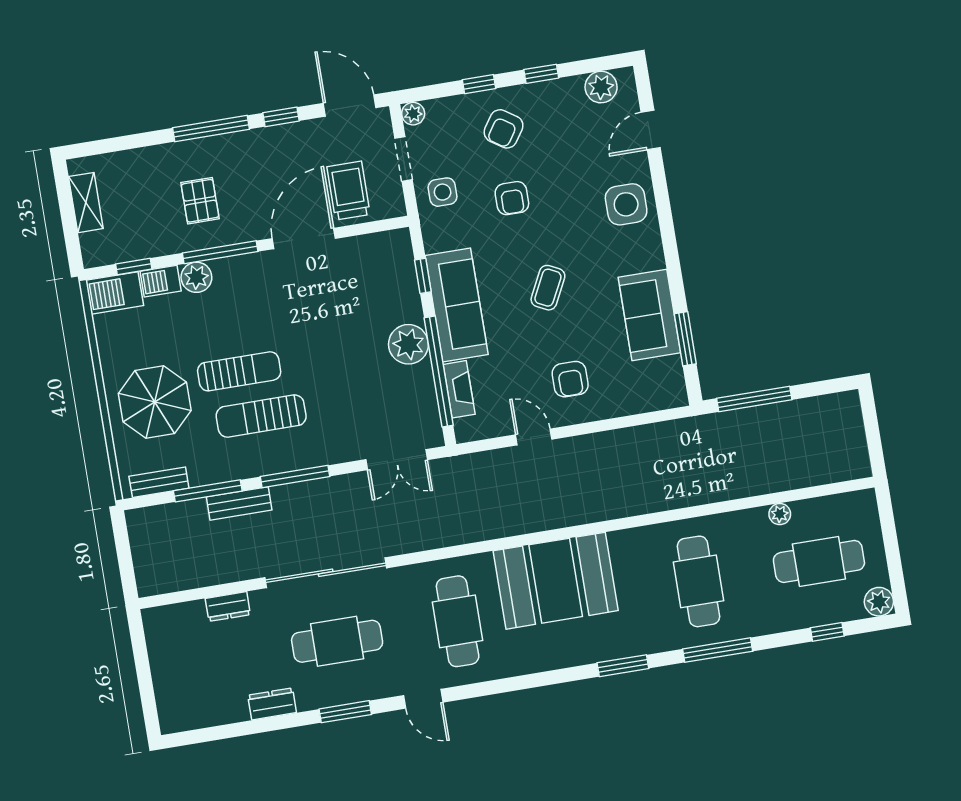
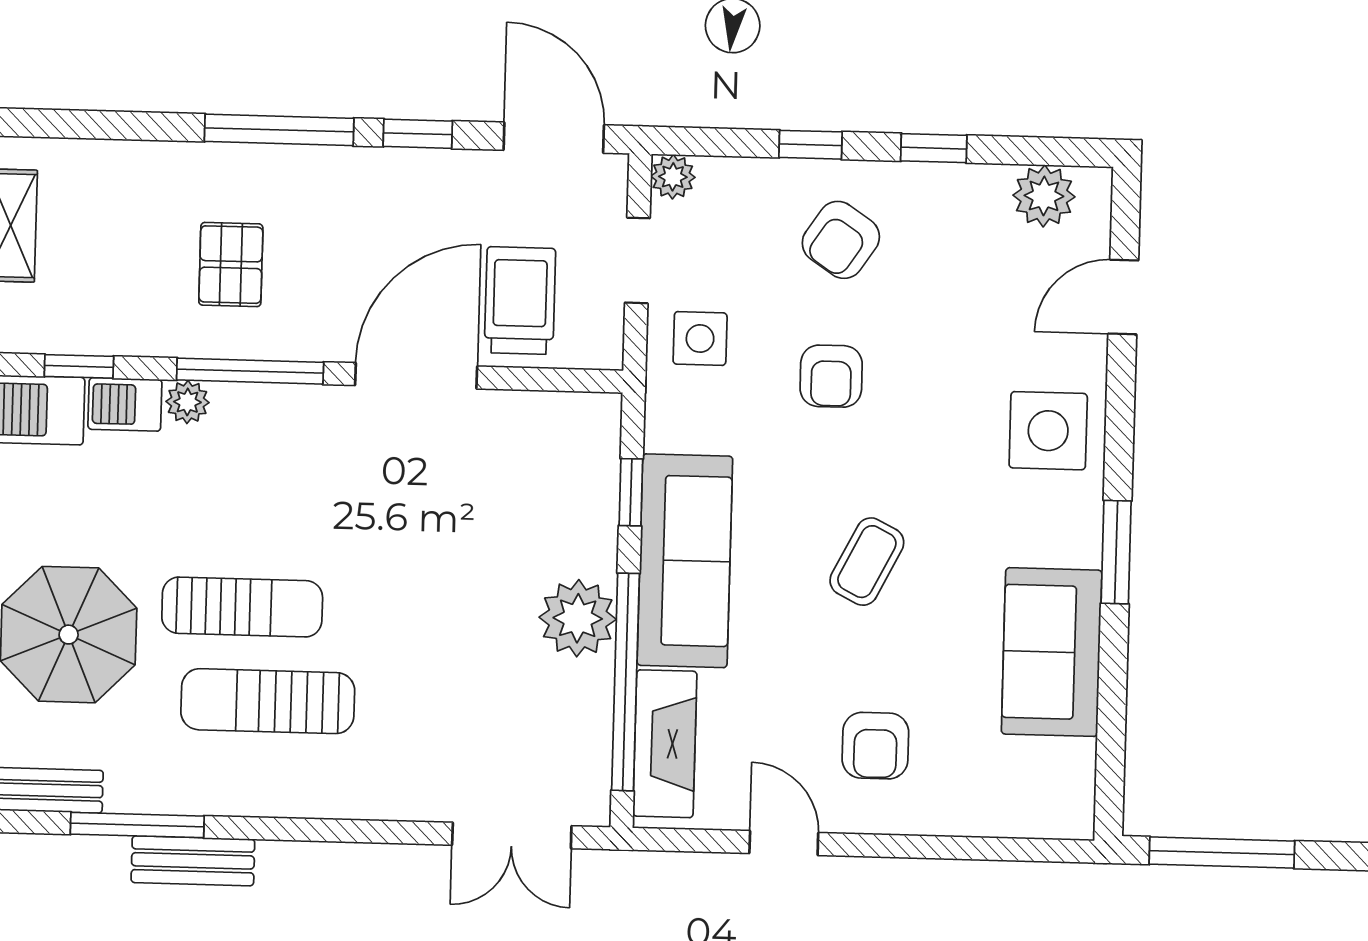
plant: (196, 277) -> (187, 402), width x0.73, depth x0.73
window: (685, 339) -> (1116, 552), moved
fireplace: (459, 389) -> (665, 744), width x1.37, depth x1.32
window: (295, 476) -> (310, 830), removed

